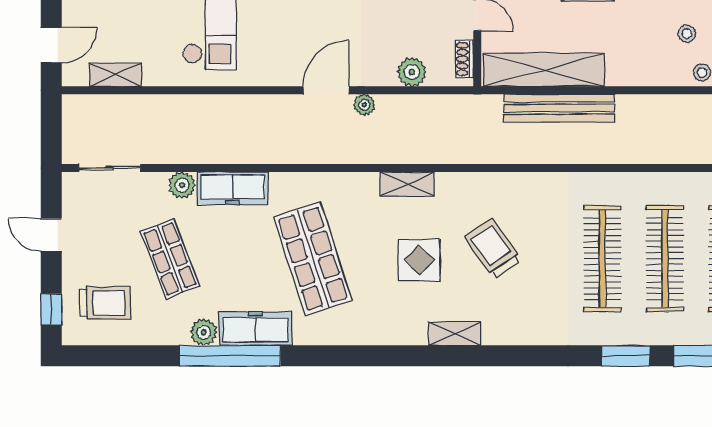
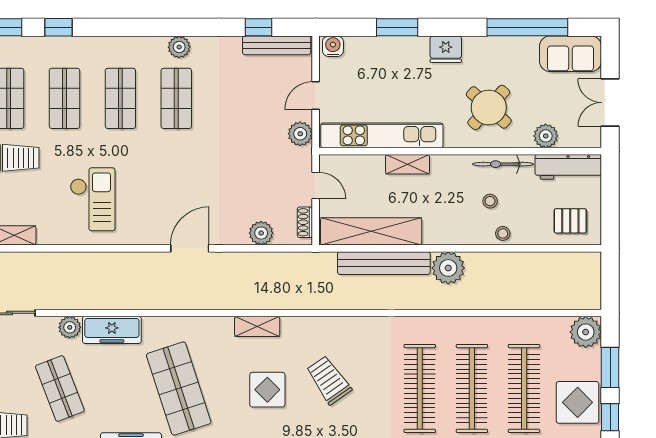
plant: (364, 105) -> (448, 268), moved, width x1.87, depth x1.87

